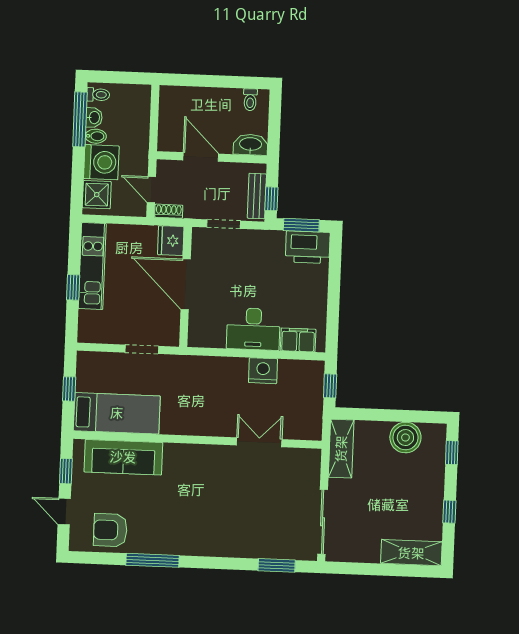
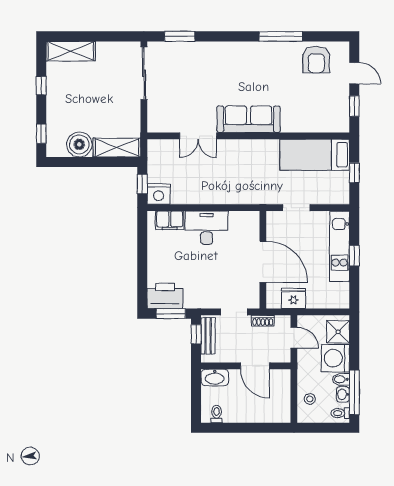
stool: (135, 114) -> (310, 399), added
shoe rack: (169, 211) -> (263, 321), moved
fridge: (171, 241) -> (293, 298), moved, turned -90
kitchen unit: (92, 266) -> (340, 246), moved
nightstand: (263, 371) -> (159, 194), moved
shelving: (341, 449) -> (117, 148), moved, turned 90
sofa: (123, 457) -> (249, 119), moved
armchair: (110, 530) -> (316, 60), turned 90

